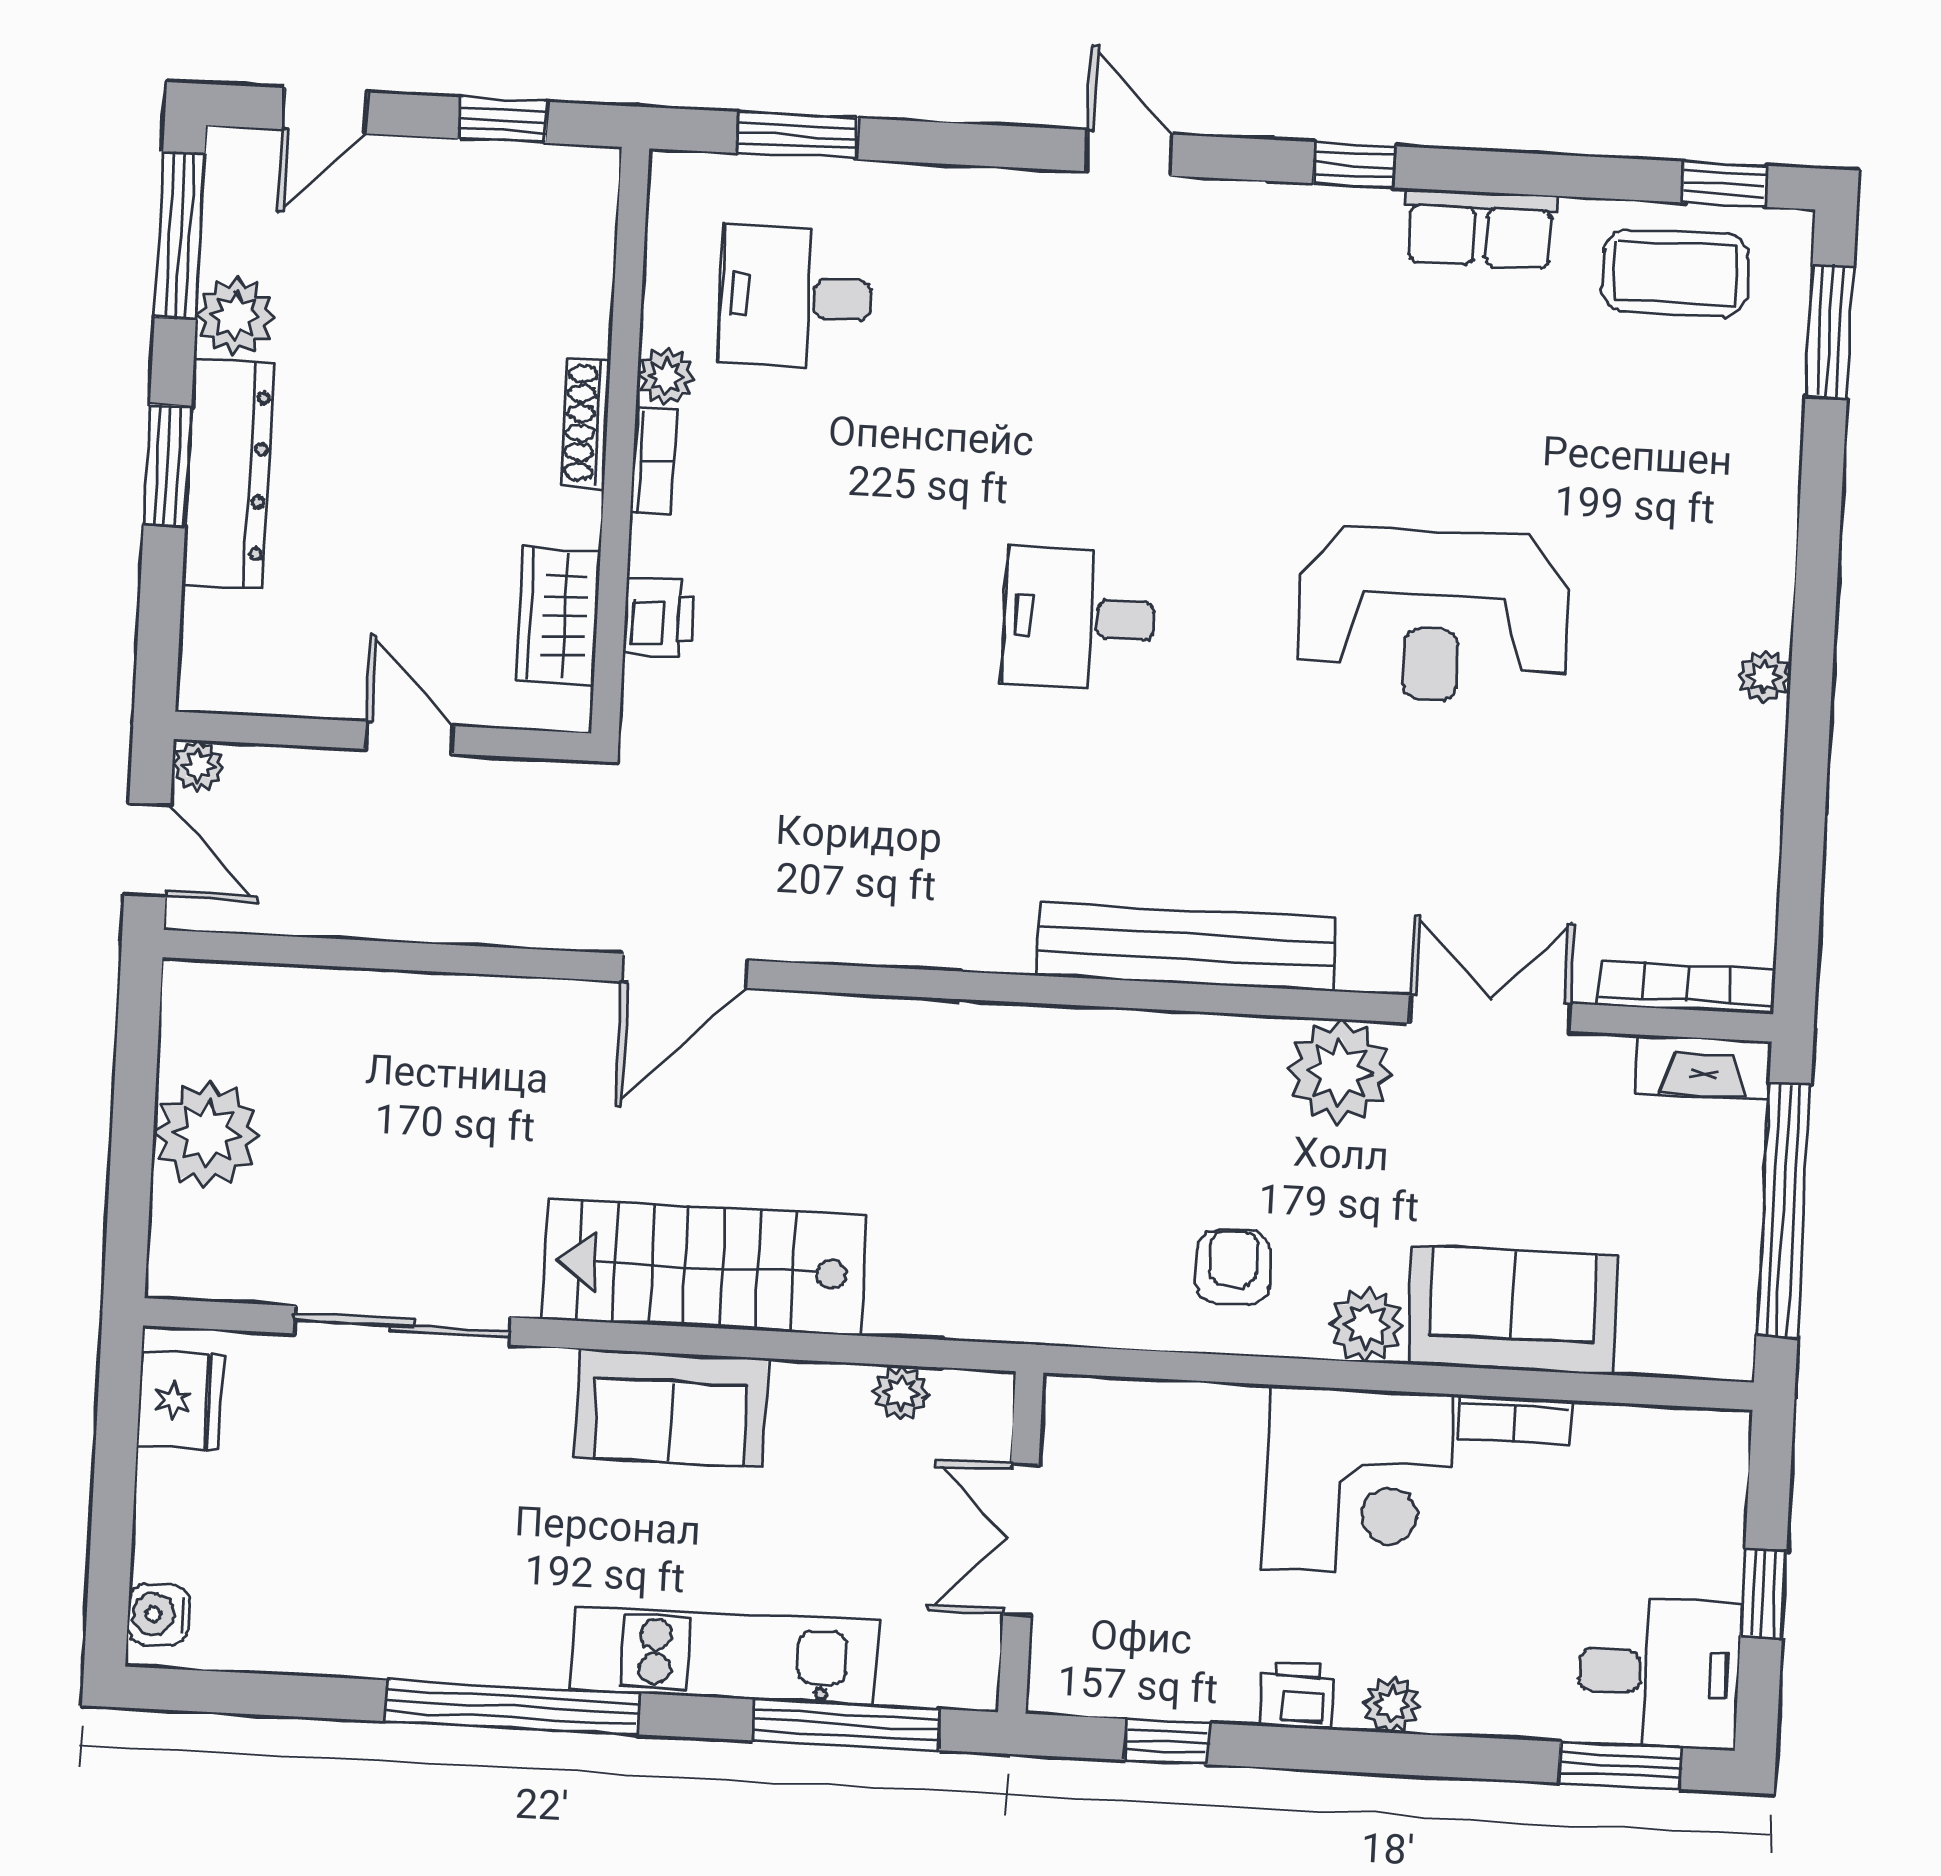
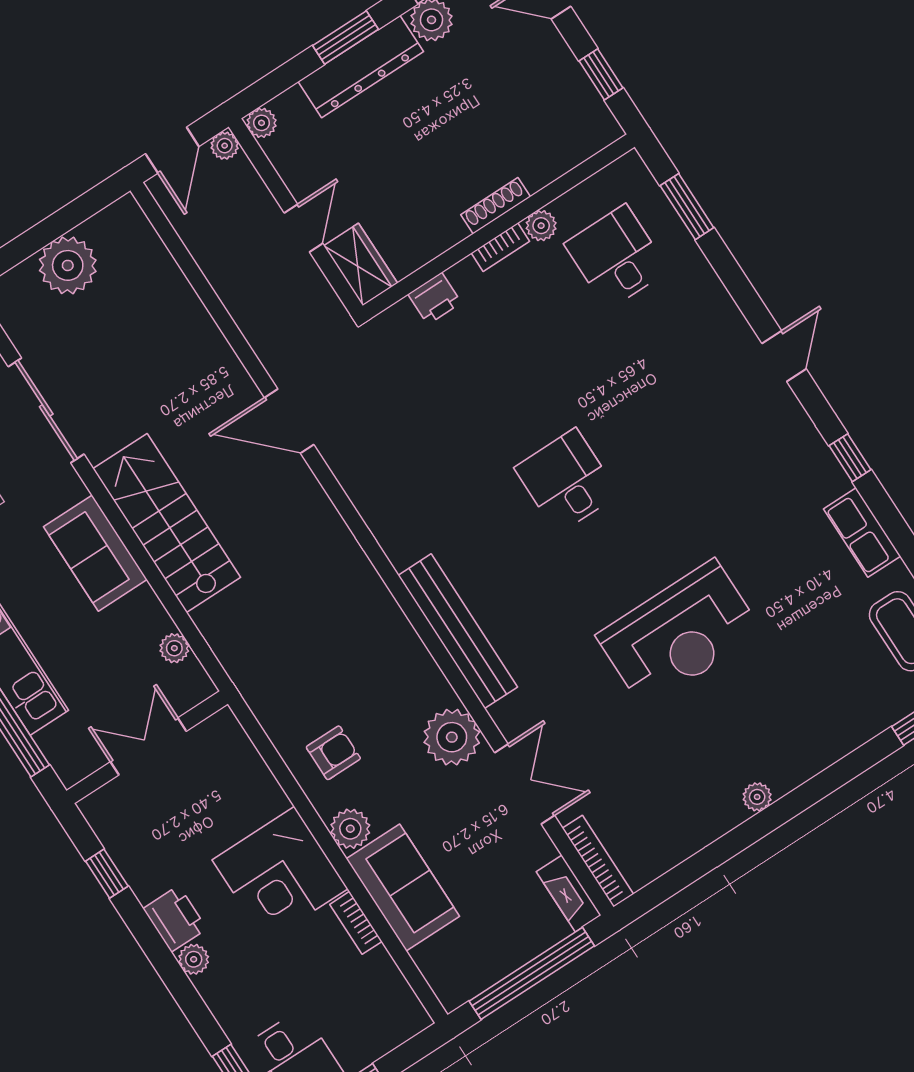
reception desk: (1433, 615) -> (679, 634), turned -90
wardrobe: (559, 616) -> (361, 264), moved, turned 90
plant: (204, 685) -> (262, 123), added
printer: (1297, 1695) -> (175, 919), width x1.36, depth x1.24

